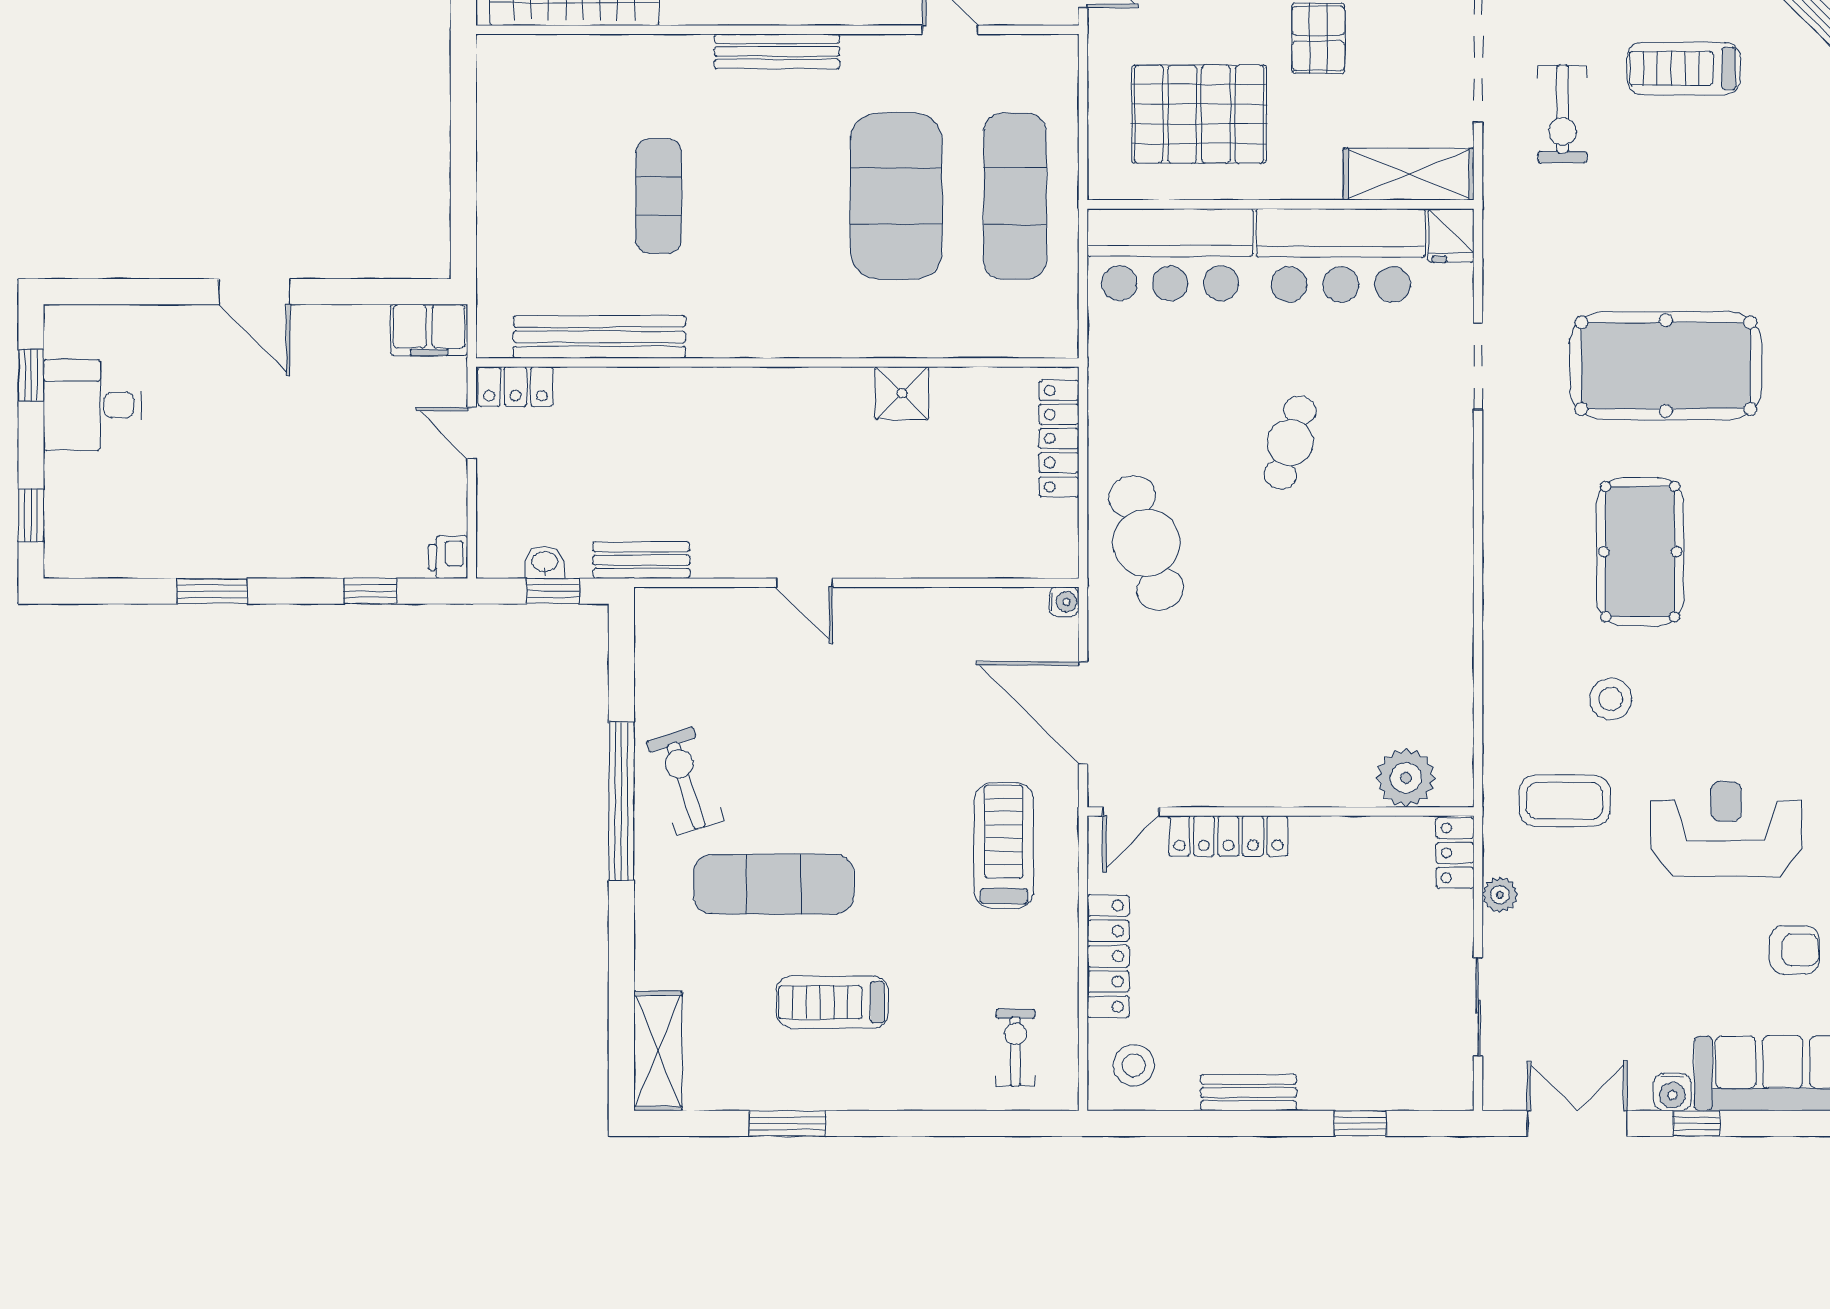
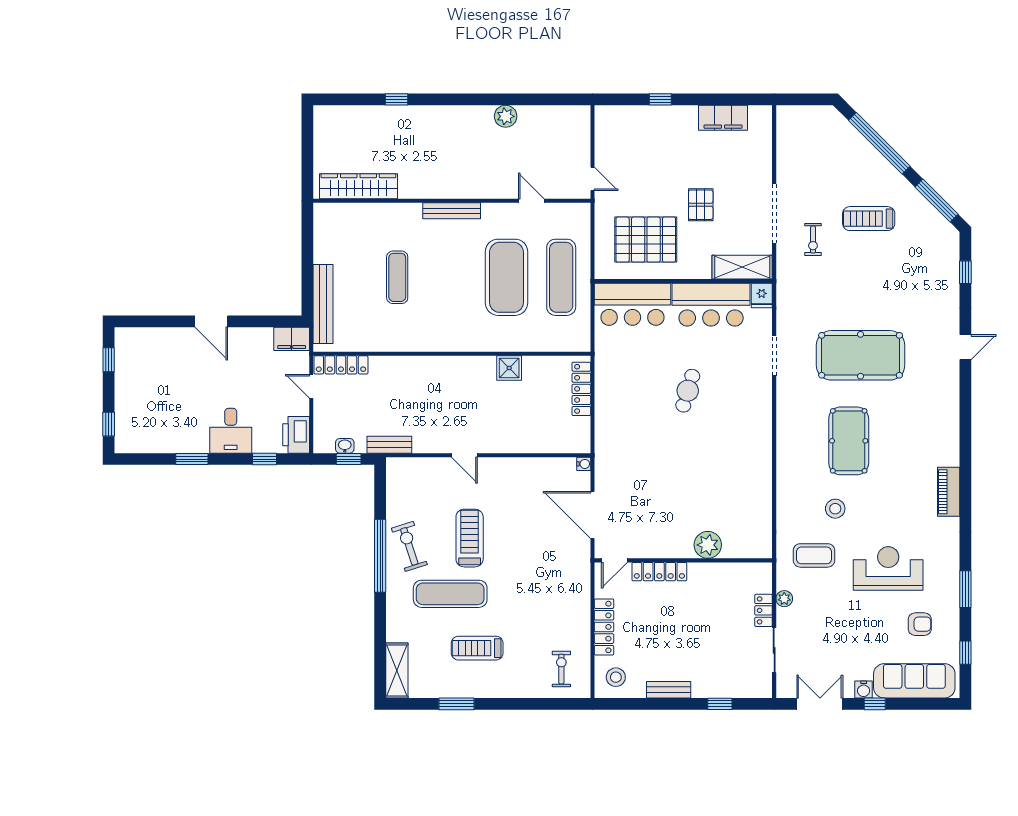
exercise bike: (1562, 114) -> (813, 240), width x0.73, depth x0.72
bench: (599, 337) -> (323, 304), moved, turned 90
locker: (515, 387) -> (341, 365), width x1.53
desk: (92, 405) -> (231, 431), moved, turned -90
cafe table: (1146, 543) -> (622, 437), removed
printer: (448, 557) -> (296, 435), width x1.87, depth x1.48
plant: (1406, 778) -> (708, 545), moved
treadmill: (1004, 846) -> (470, 538), moved
locker: (1455, 853) -> (764, 610), moved

